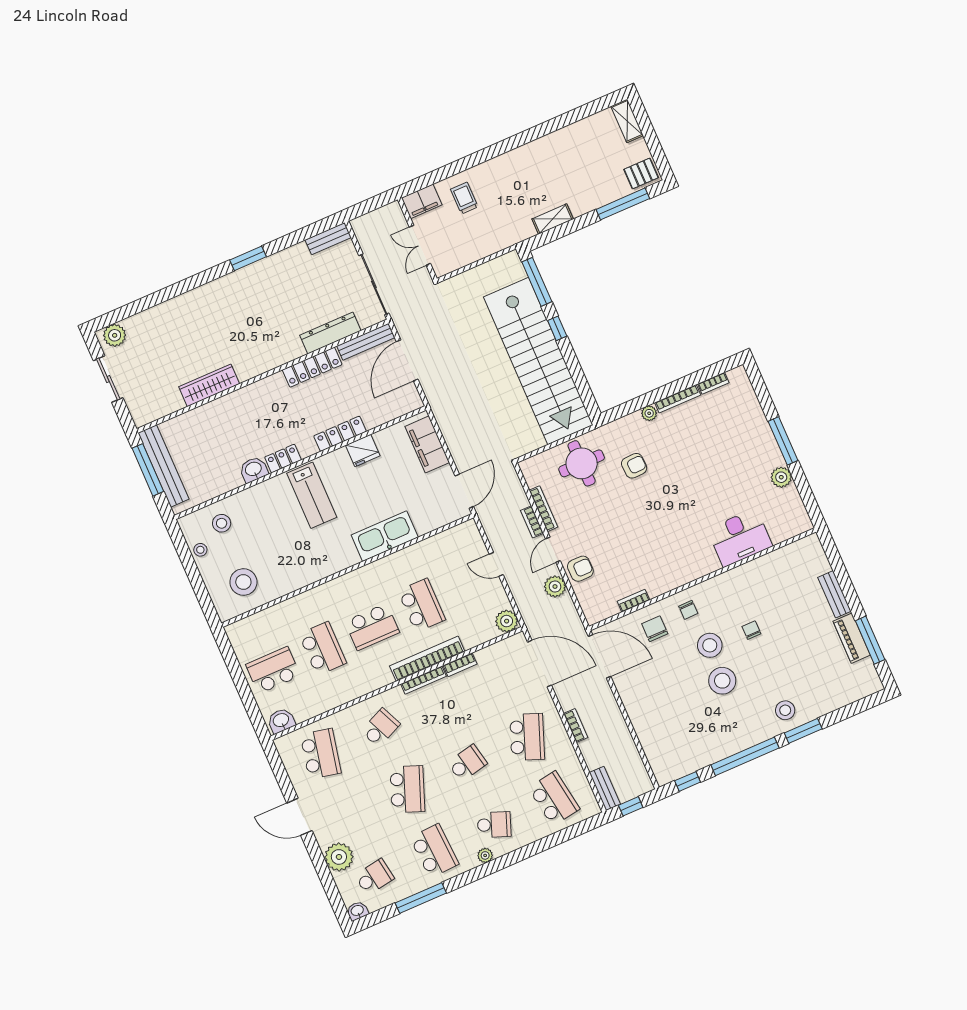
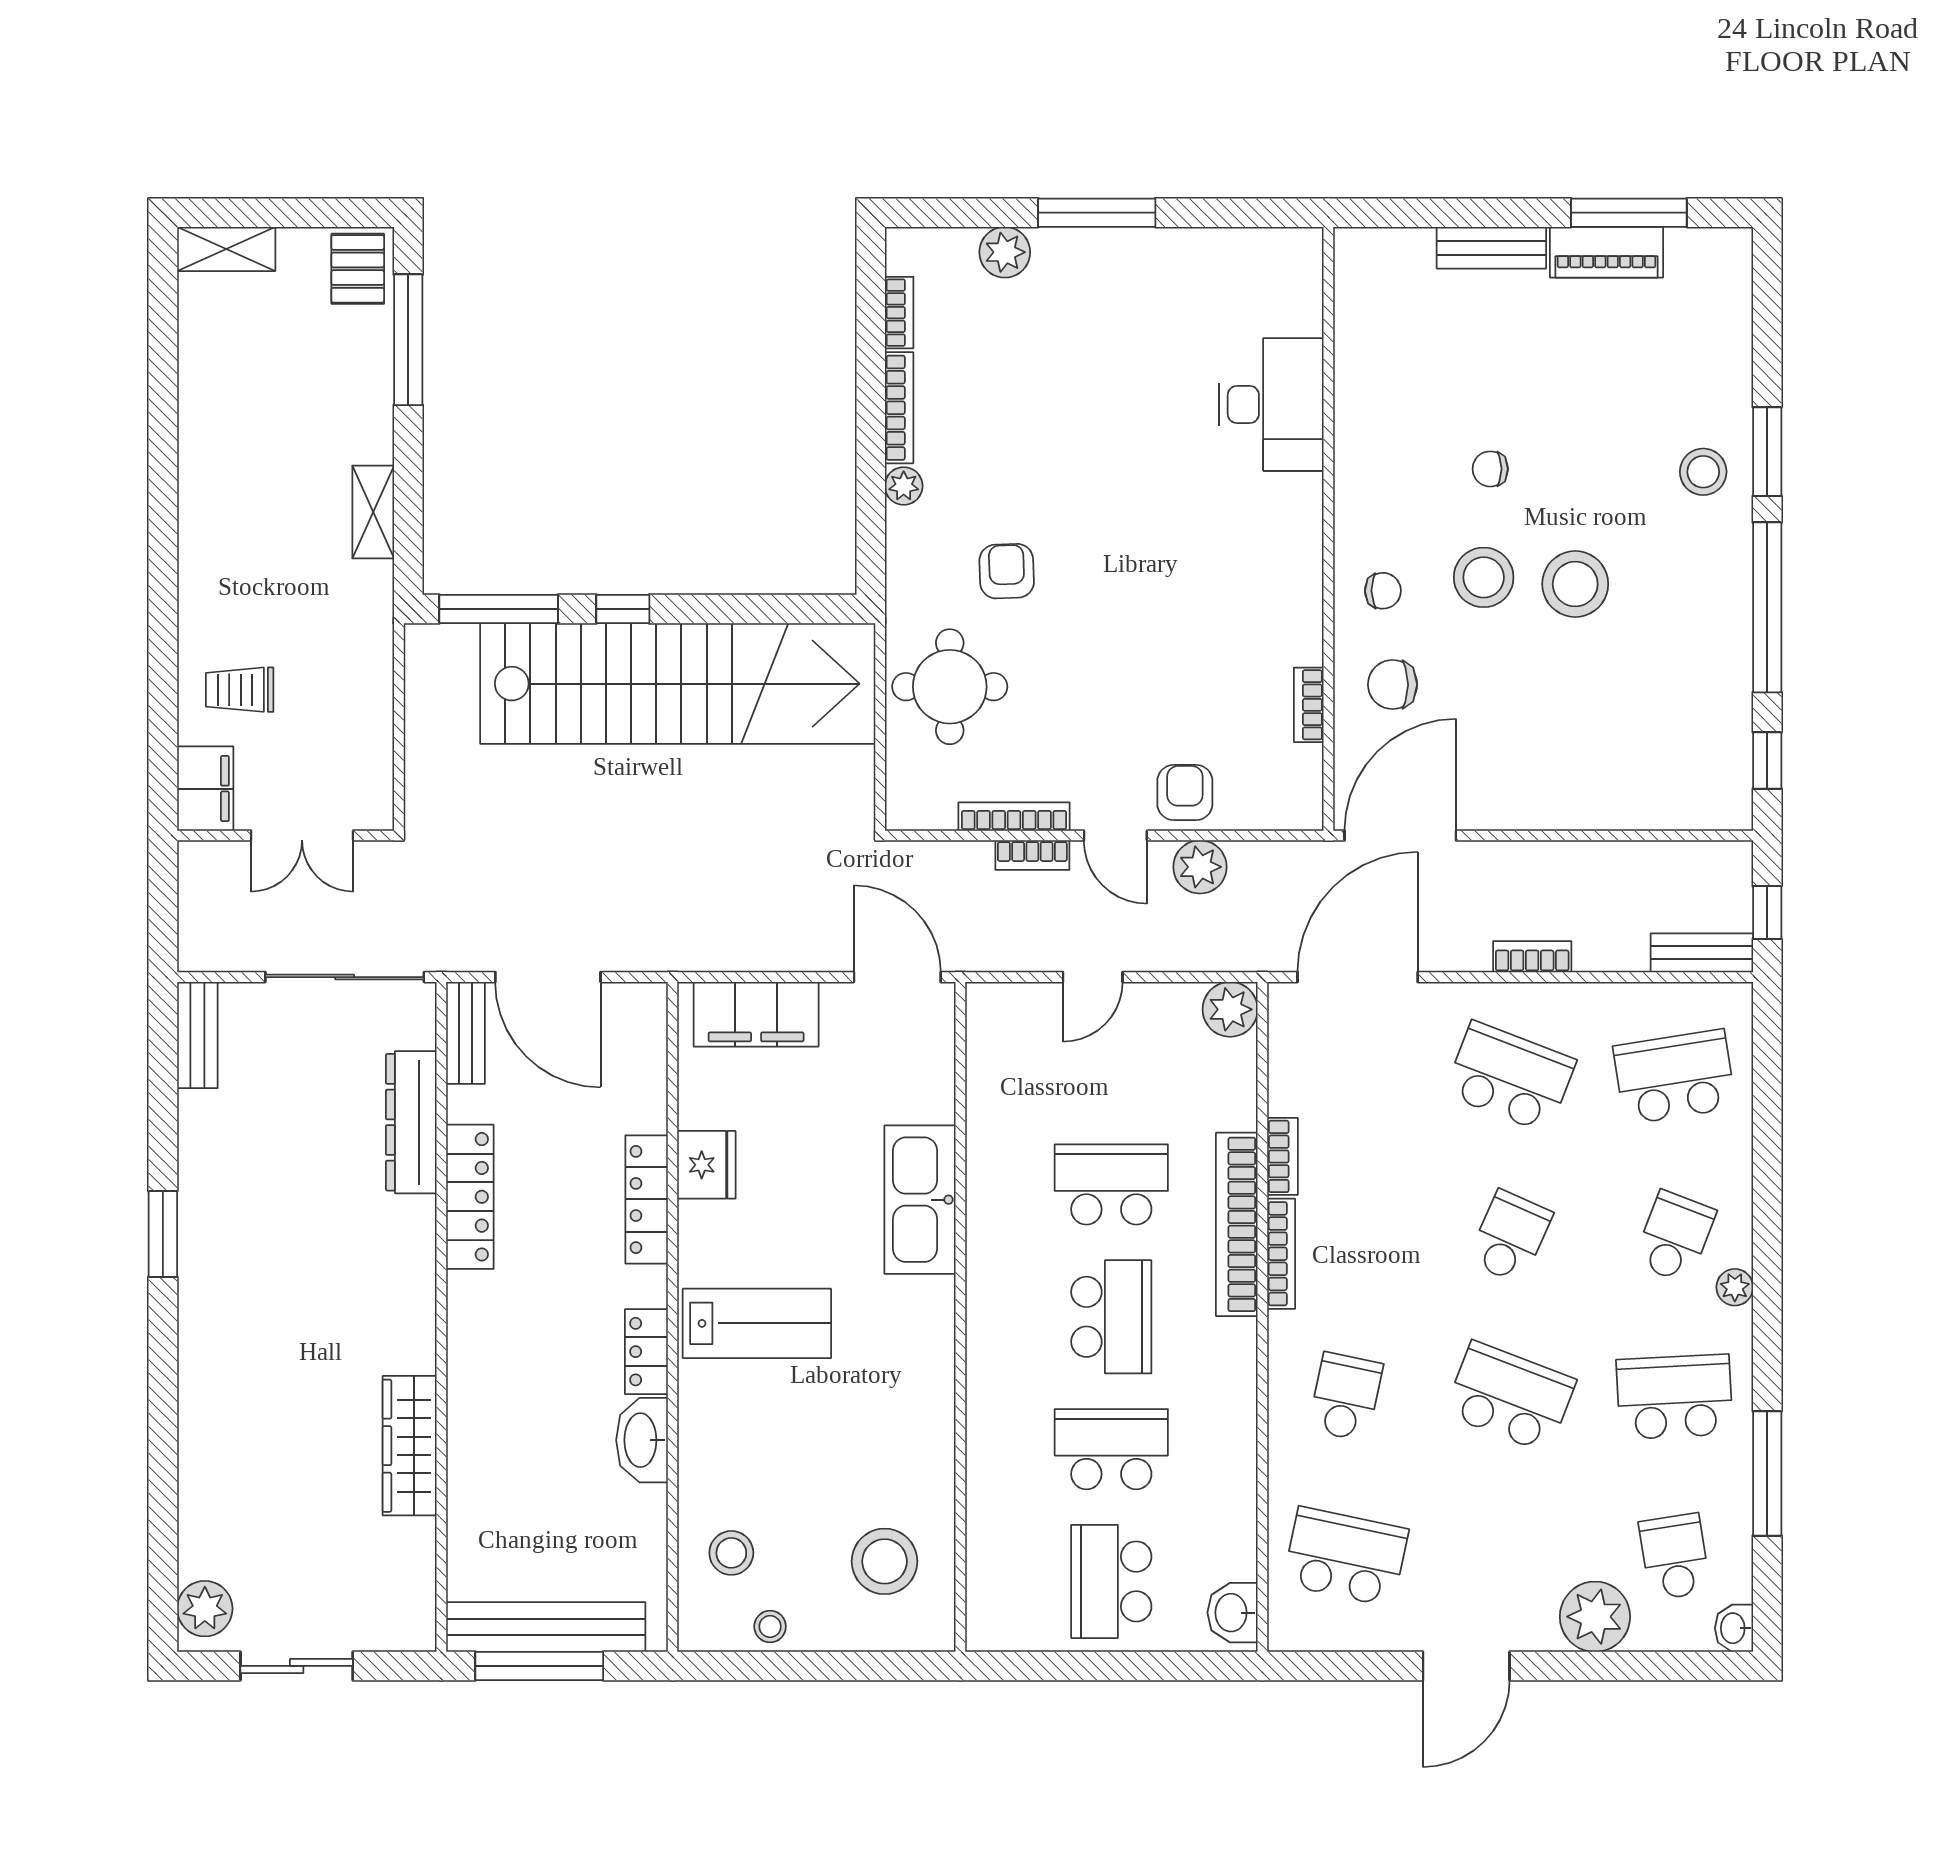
bench: (366, 342) -> (465, 1033), width x0.73
washbasin: (254, 469) -> (642, 1440), width x1.38
plant: (781, 477) -> (1005, 252), moved
school desk: (380, 728) -> (1346, 1397), turned 36
school desk: (467, 763) -> (1510, 1237), turned 36

